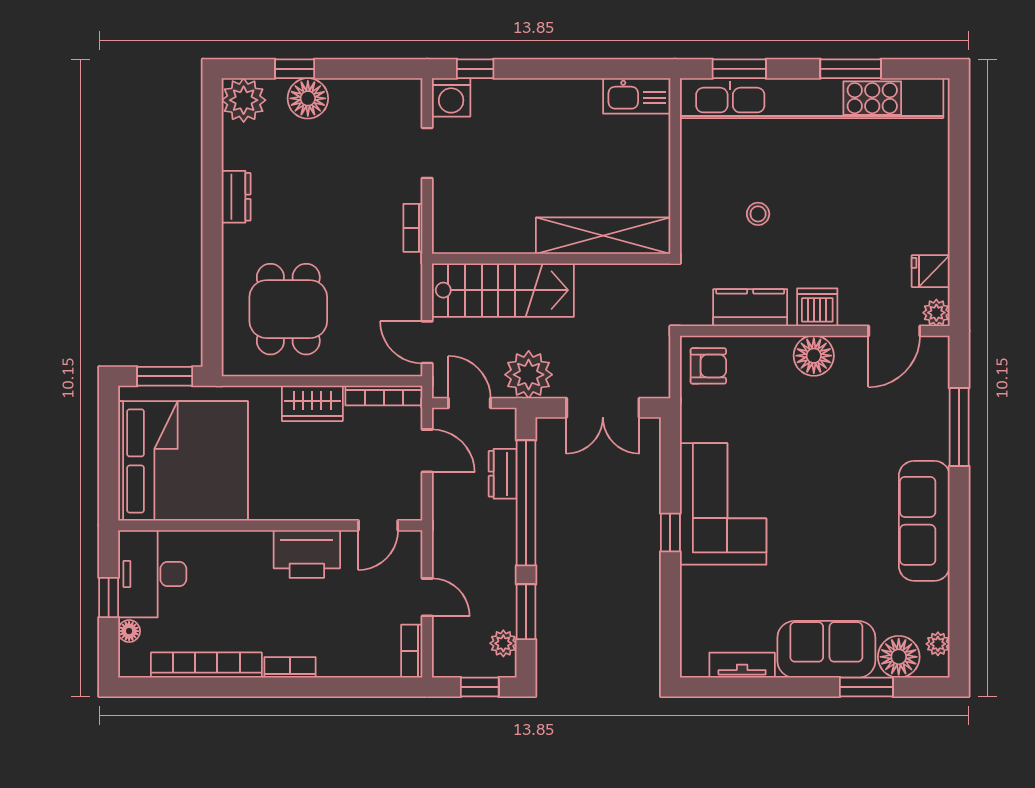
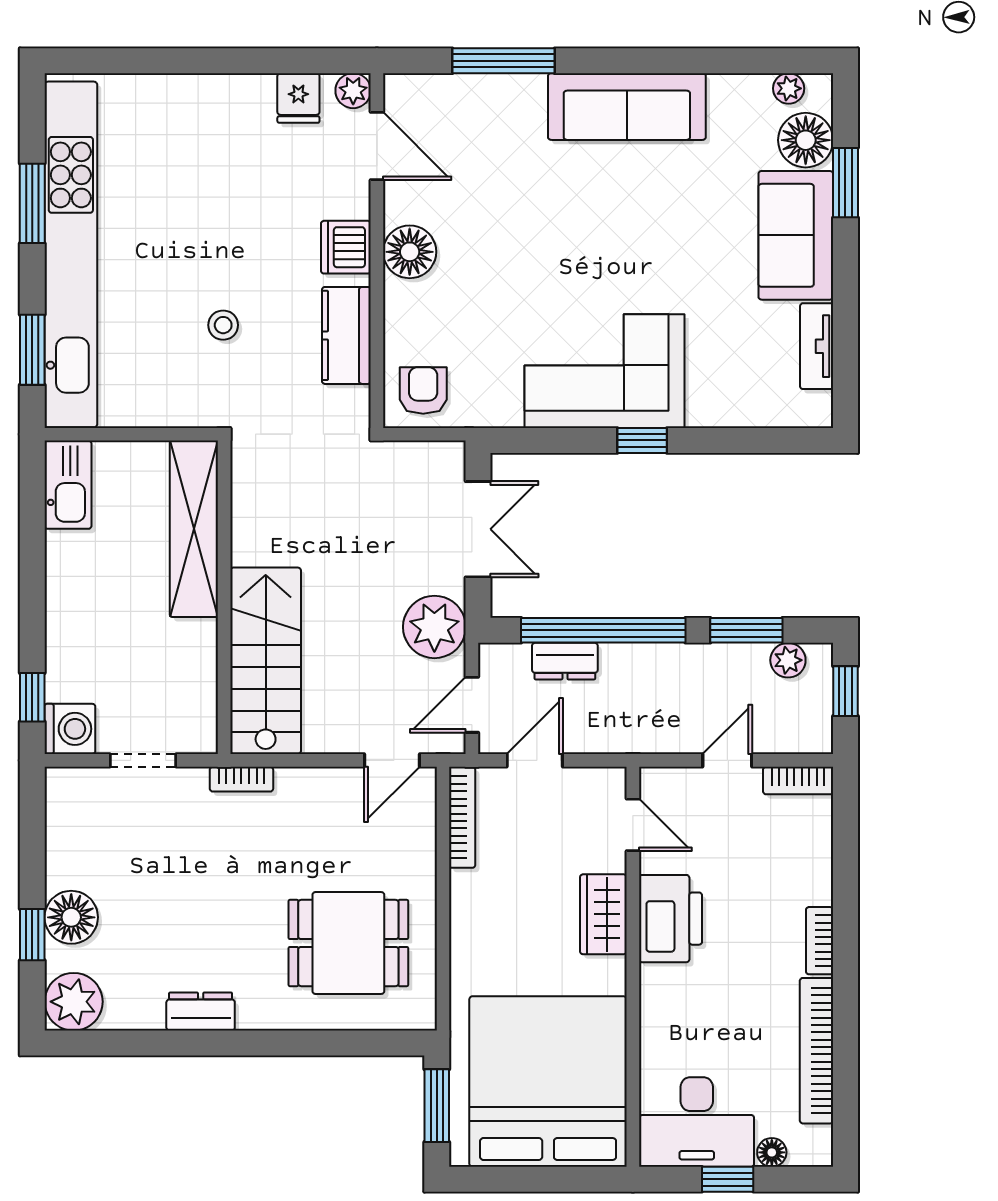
shelving: (603, 236) -> (194, 529), moved
wall: (551, 259) -> (224, 597), moved
stairs: (503, 290) -> (266, 661), moved
wardrobe: (312, 403) -> (603, 914), moved, turned 180

